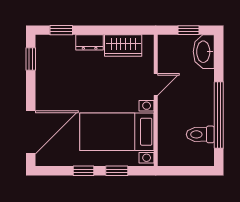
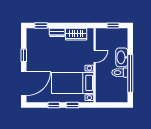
washbasin: (204, 52) -> (122, 57), moved
window: (31, 59) -> (24, 55), moved
toilet: (200, 134) -> (120, 73), moved

